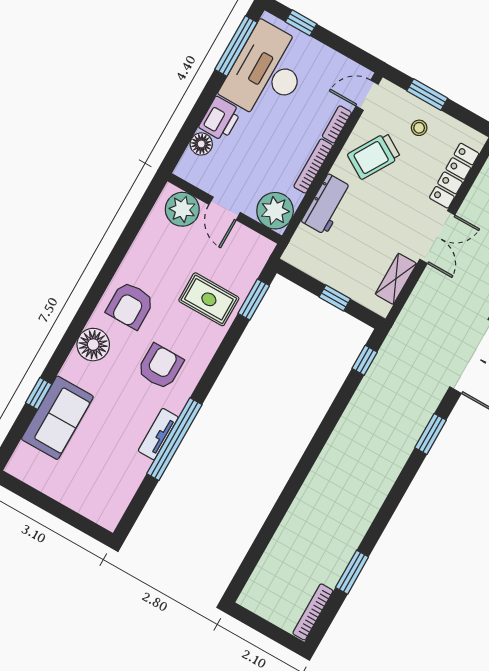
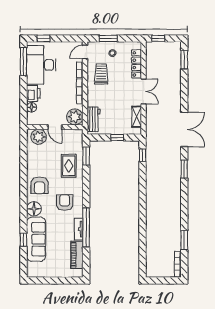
trolley: (374, 156) -> (101, 74), turned 149
workbench: (327, 204) -> (94, 119), moved
rug: (209, 299) -> (69, 166), turned 90
sofa: (57, 418) -> (36, 239), width x1.36
piano: (126, 482) -> (77, 255), added

